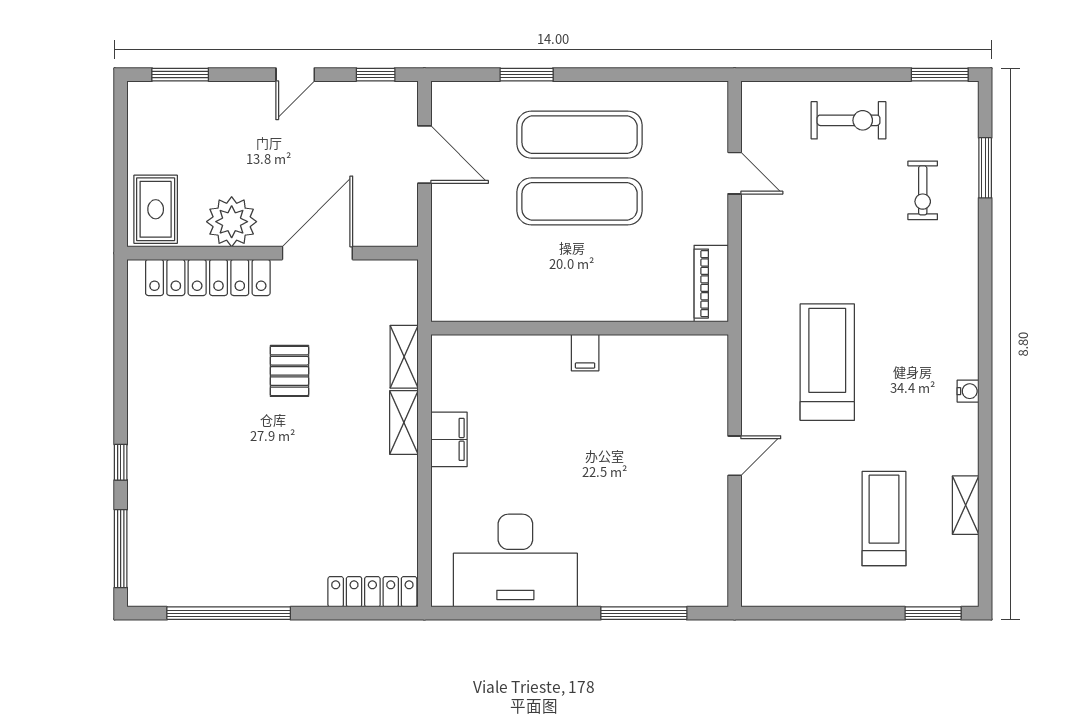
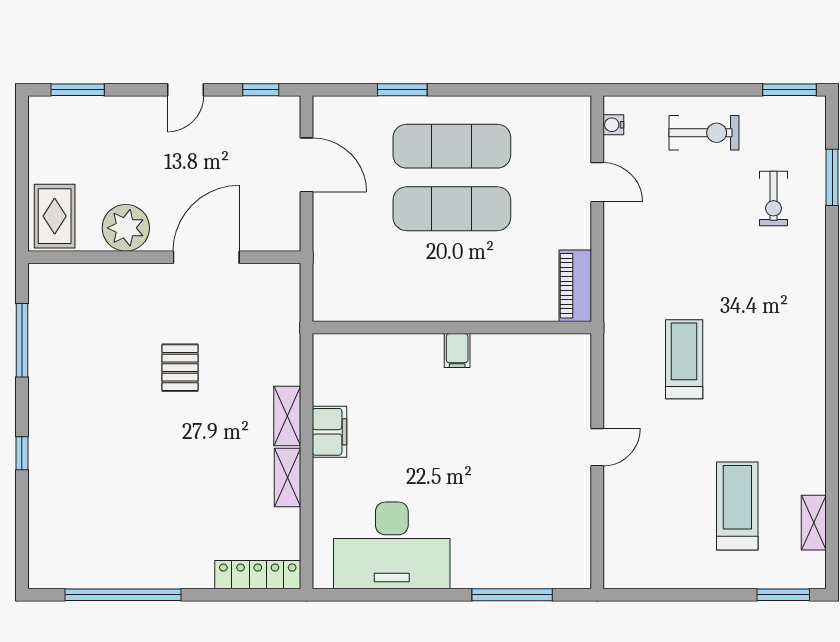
locker: (208, 277) -> (104, 280), removed
shelving: (404, 357) -> (288, 477), moved
treadmill: (827, 362) -> (684, 359), width x0.73, depth x0.73
water cooler: (968, 391) -> (613, 125), moved, turned 180
shelving: (966, 505) -> (814, 523), moved
window: (121, 549) -> (22, 340), moved

